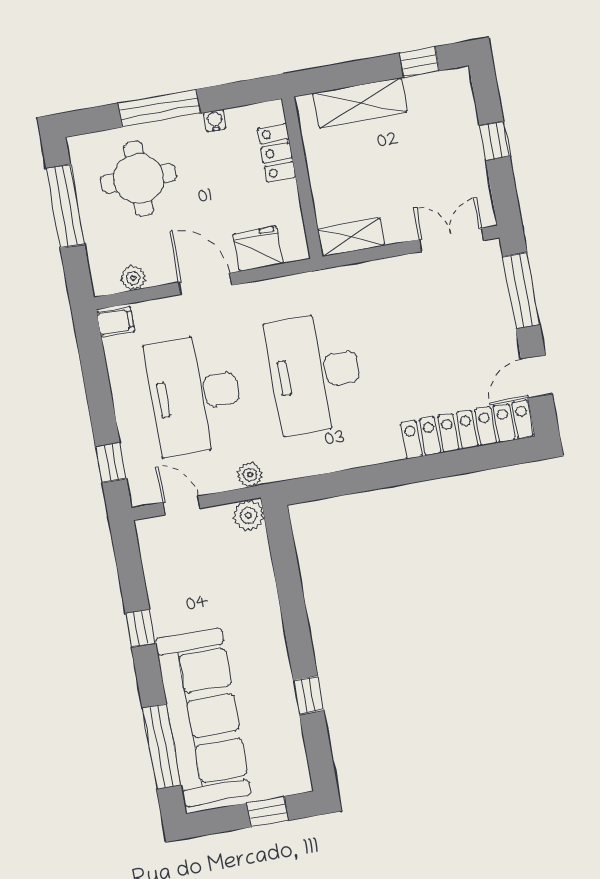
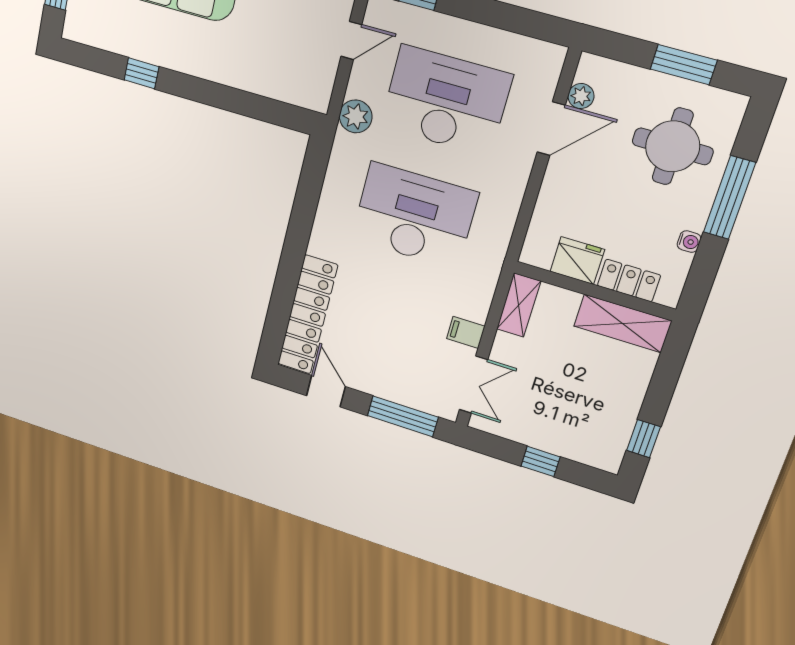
shelving: (360, 103) -> (623, 323), moved, turned 90
window: (65, 206) -> (684, 65), width x0.69
fridge: (258, 249) -> (577, 261), moved, turned -90
door: (205, 284) -> (551, 129), moved
filing cabinet: (116, 322) -> (466, 332), moved, turned 90
plant: (250, 475) -> (356, 116), width x1.38, depth x1.38
plant: (248, 515) -> (316, 96), removed

